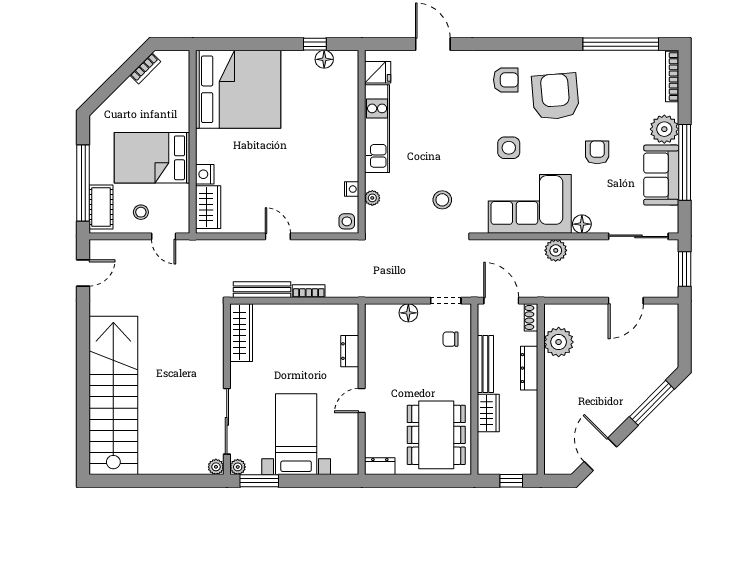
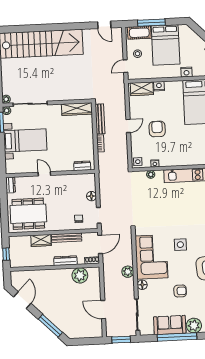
nightstand: (180, 121) -> (186, 72), added
bed: (152, 158) -> (166, 45), moved, turned 180
armchair: (286, 182) -> (157, 129), added
window: (83, 183) -> (151, 23), width x0.68
stool: (442, 200) -> (151, 211), removed
dresser: (350, 351) -> (82, 166), moved
door: (600, 454) -> (22, 300), hinge flipped

